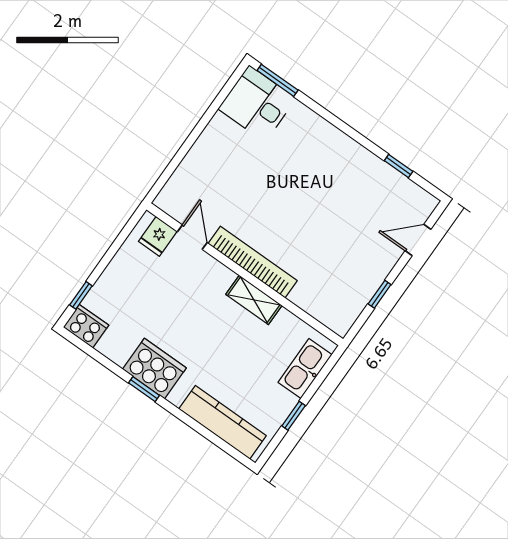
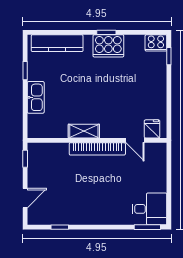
fridge: (158, 236) -> (152, 129), moved
door: (192, 237) -> (135, 140), moved
bookcase: (253, 262) -> (97, 149), moved
wall: (245, 274) -> (97, 140), moved
shelving: (254, 300) -> (84, 131), moved

